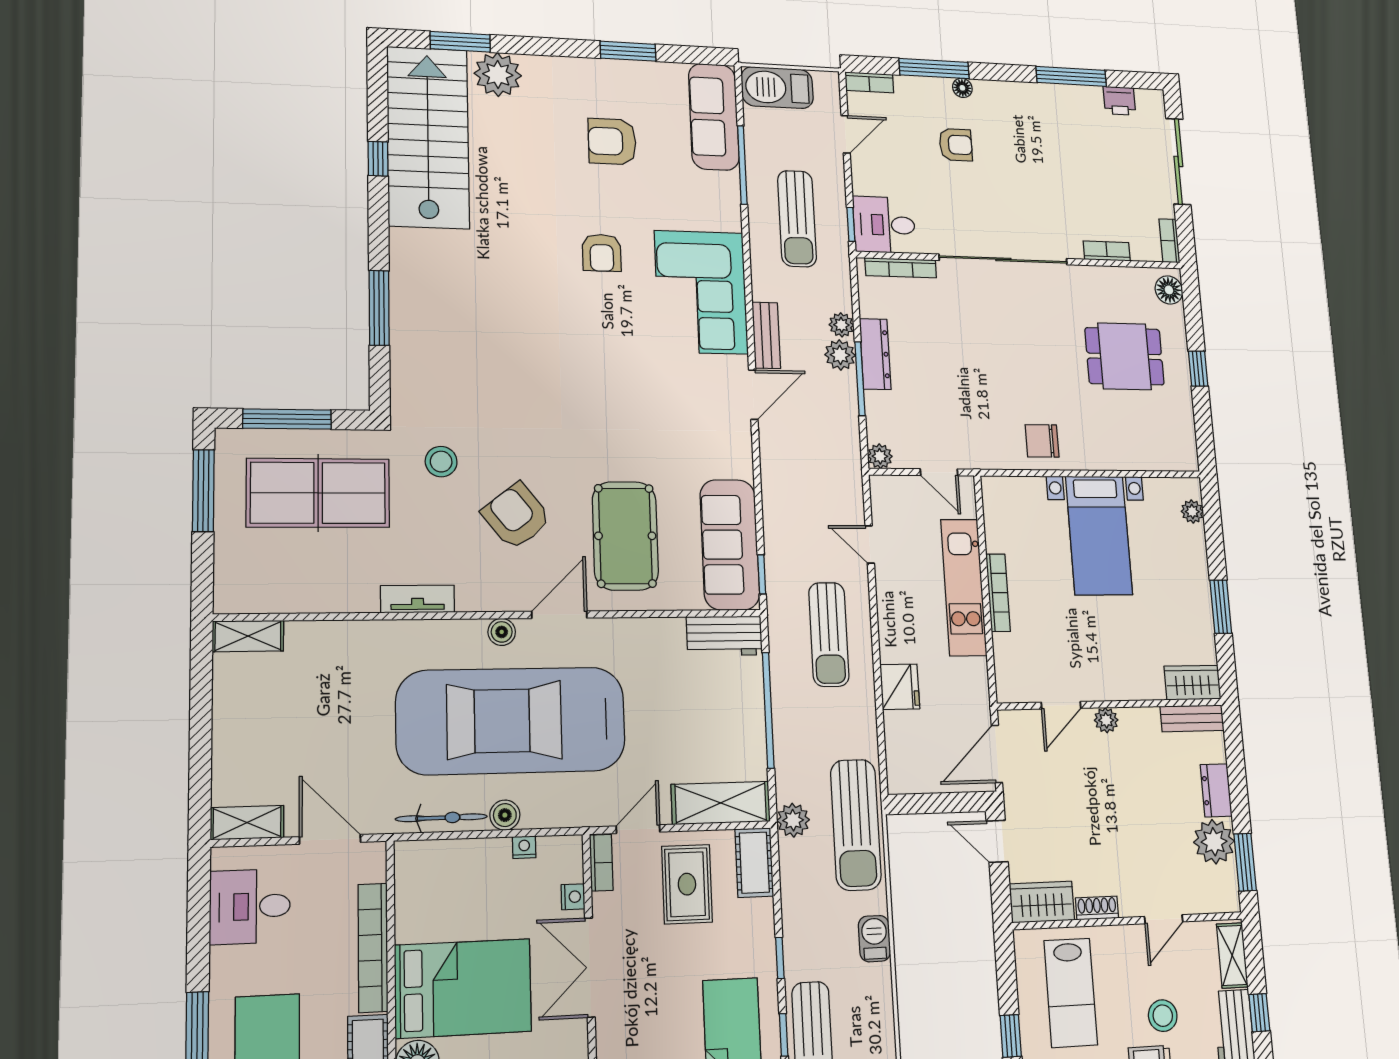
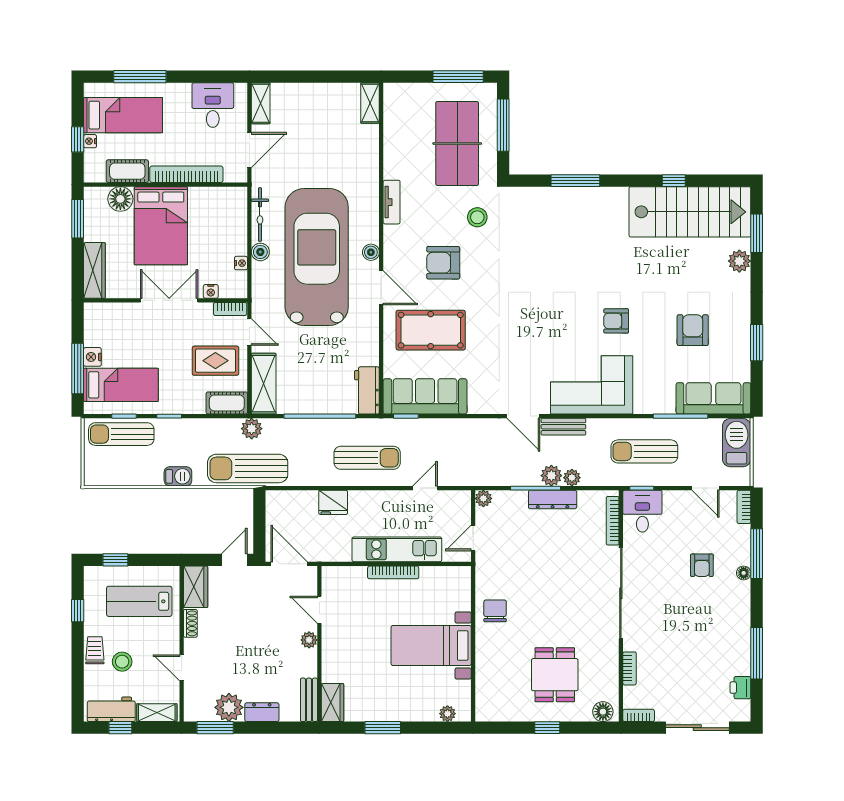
plant: (498, 75) -> (739, 261), width x0.73, depth x0.73
armchair: (516, 516) -> (443, 263), turned -142
sun lounger: (829, 634) -> (367, 458), turned 180

